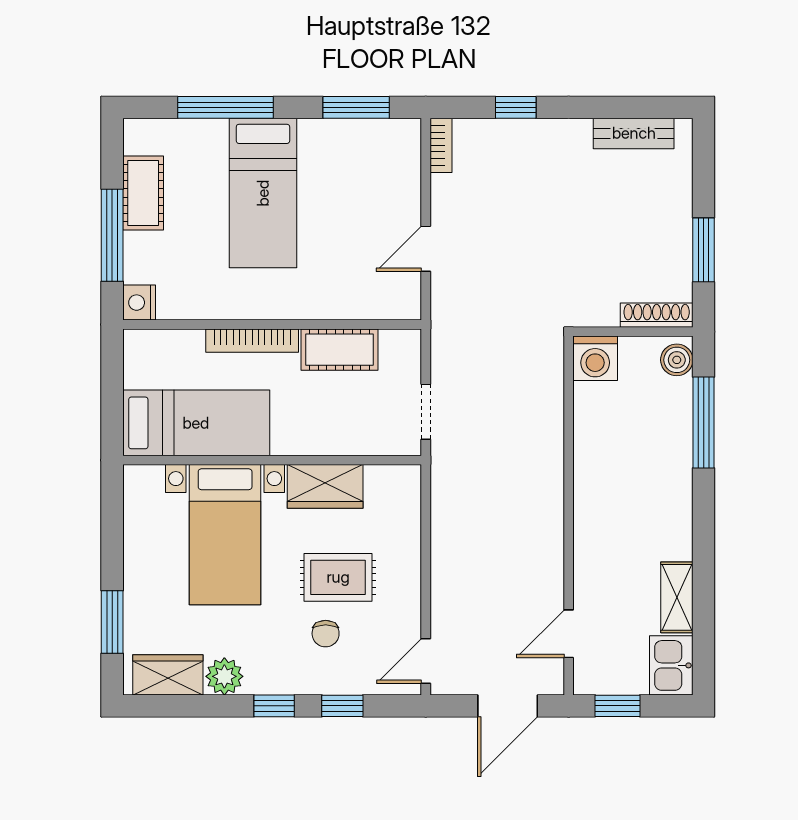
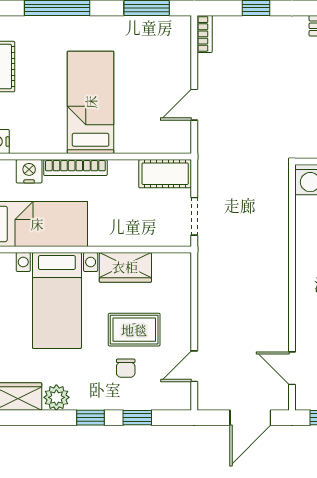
bed: (263, 193) -> (91, 102), moved, turned 180
nightstand: (184, 346) -> (29, 171), added
cot: (339, 350) -> (165, 174), moved
door: (569, 634) -> (292, 368), hinge flipped
door: (426, 661) -> (194, 366), moved

